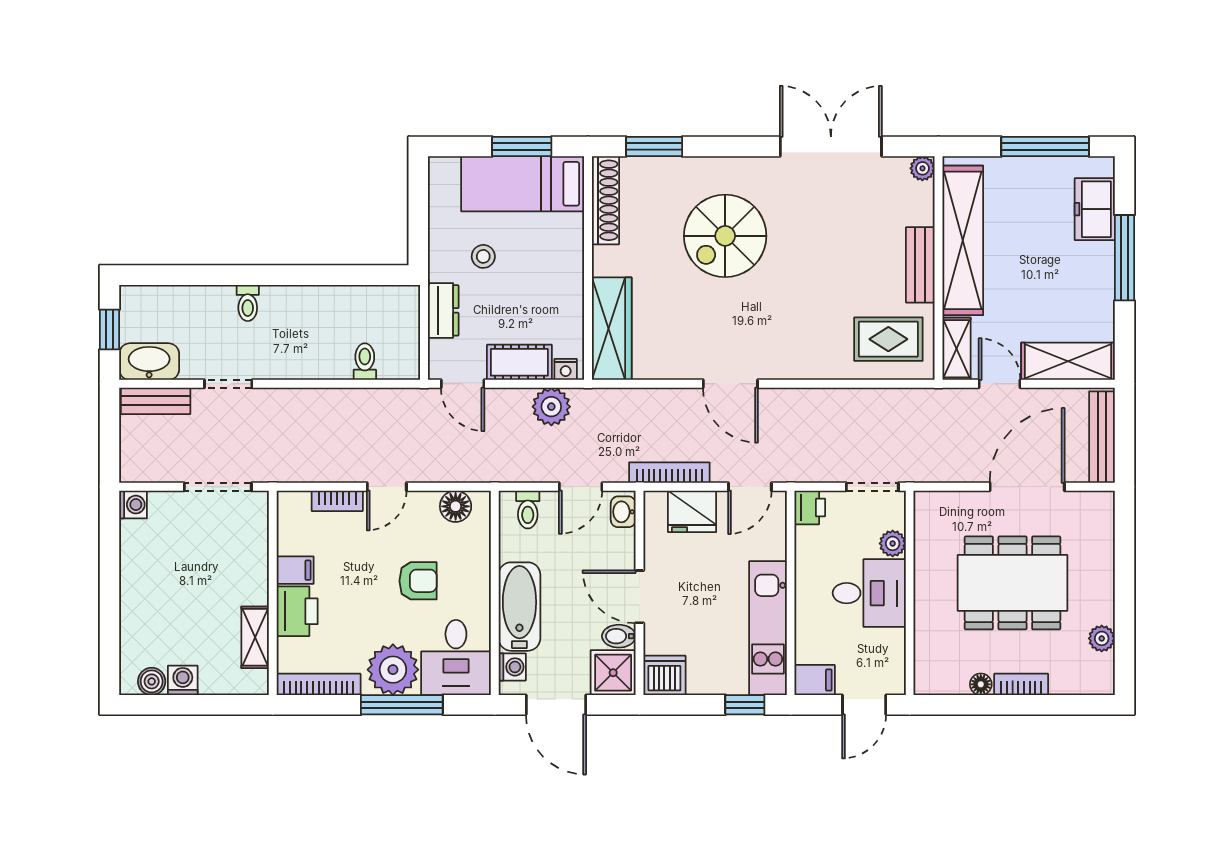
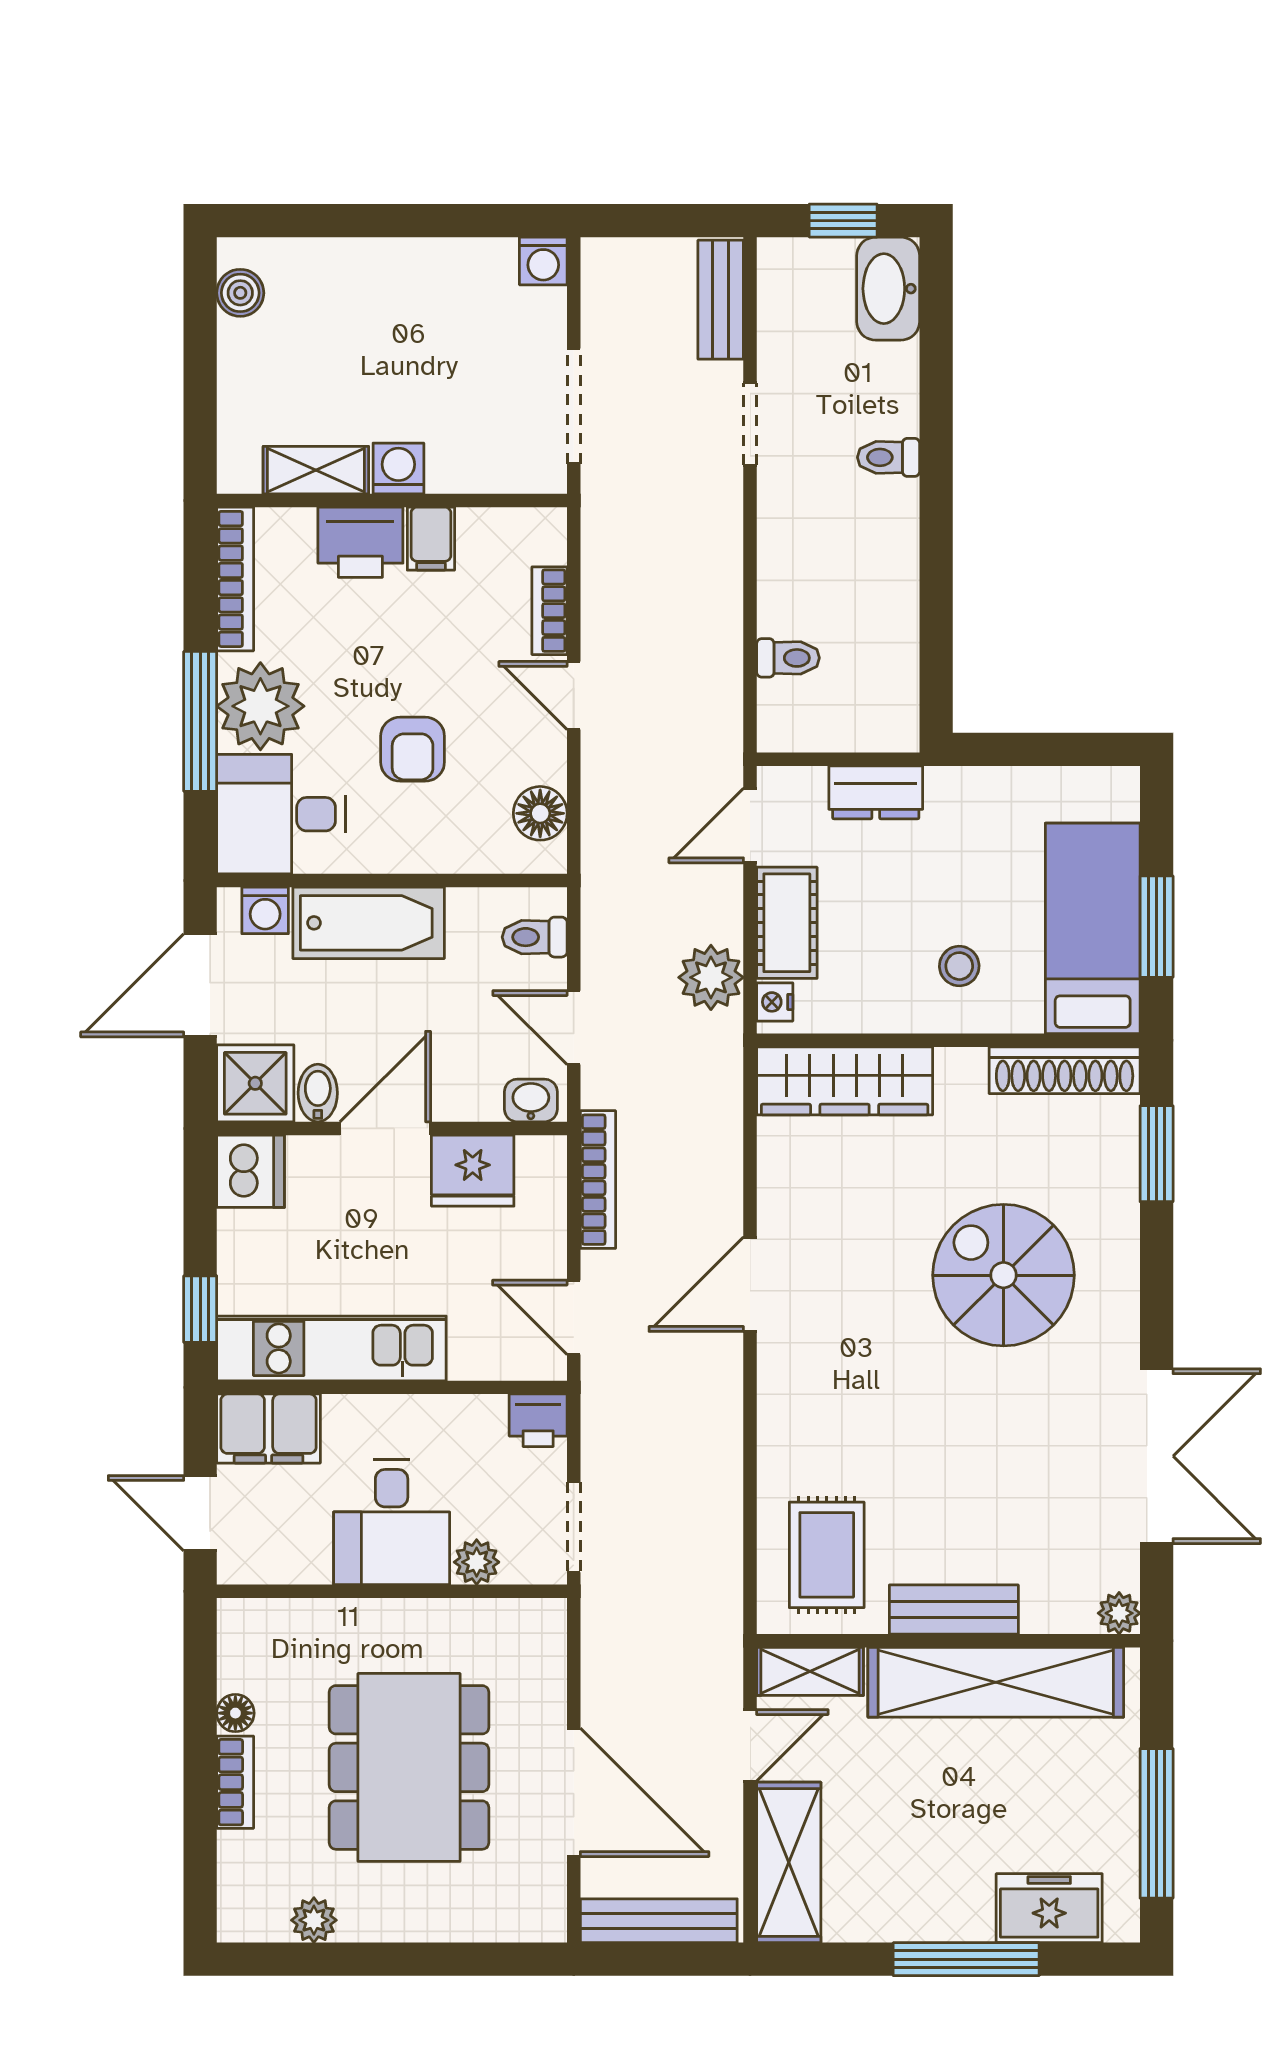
stool: (483, 256) -> (959, 966), moved
washbasin: (149, 362) -> (888, 289), moved, turned 180
fridge: (692, 511) -> (473, 1171), moved, turned -90
washing machine: (183, 680) -> (398, 468), moved, turned -90
filing cabinet: (815, 680) -> (269, 1429), width x2.00

